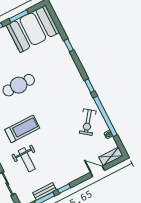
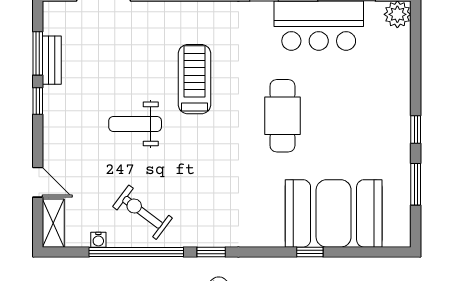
booth: (33, 29) -> (334, 213), moved, turned 90
treadmill: (22, 129) -> (195, 79), turned 180
weight bench: (27, 160) -> (135, 124), moved
door: (97, 171) -> (38, 182), hinge flipped

